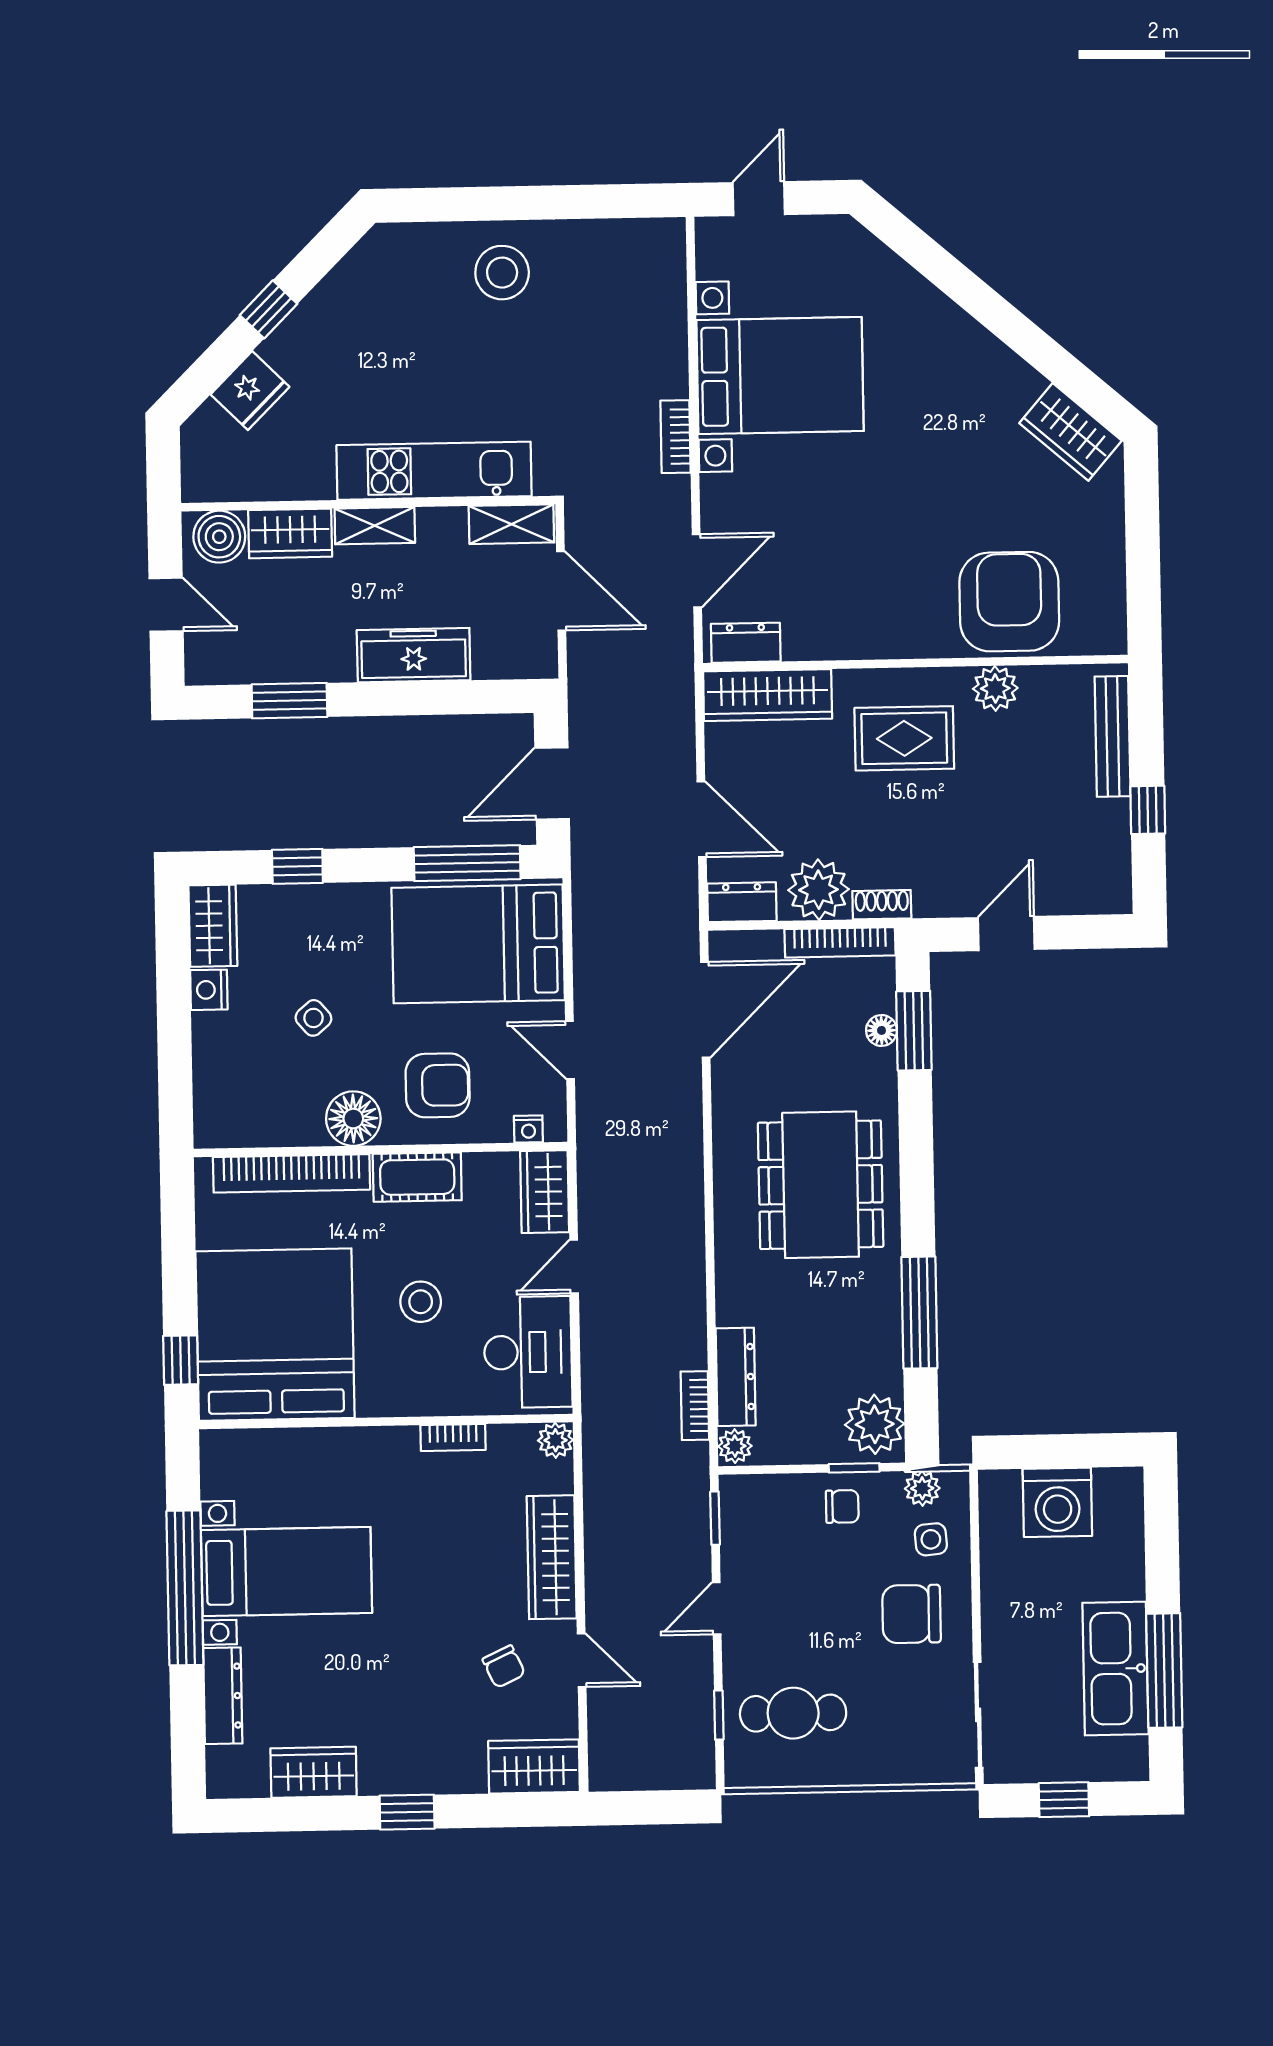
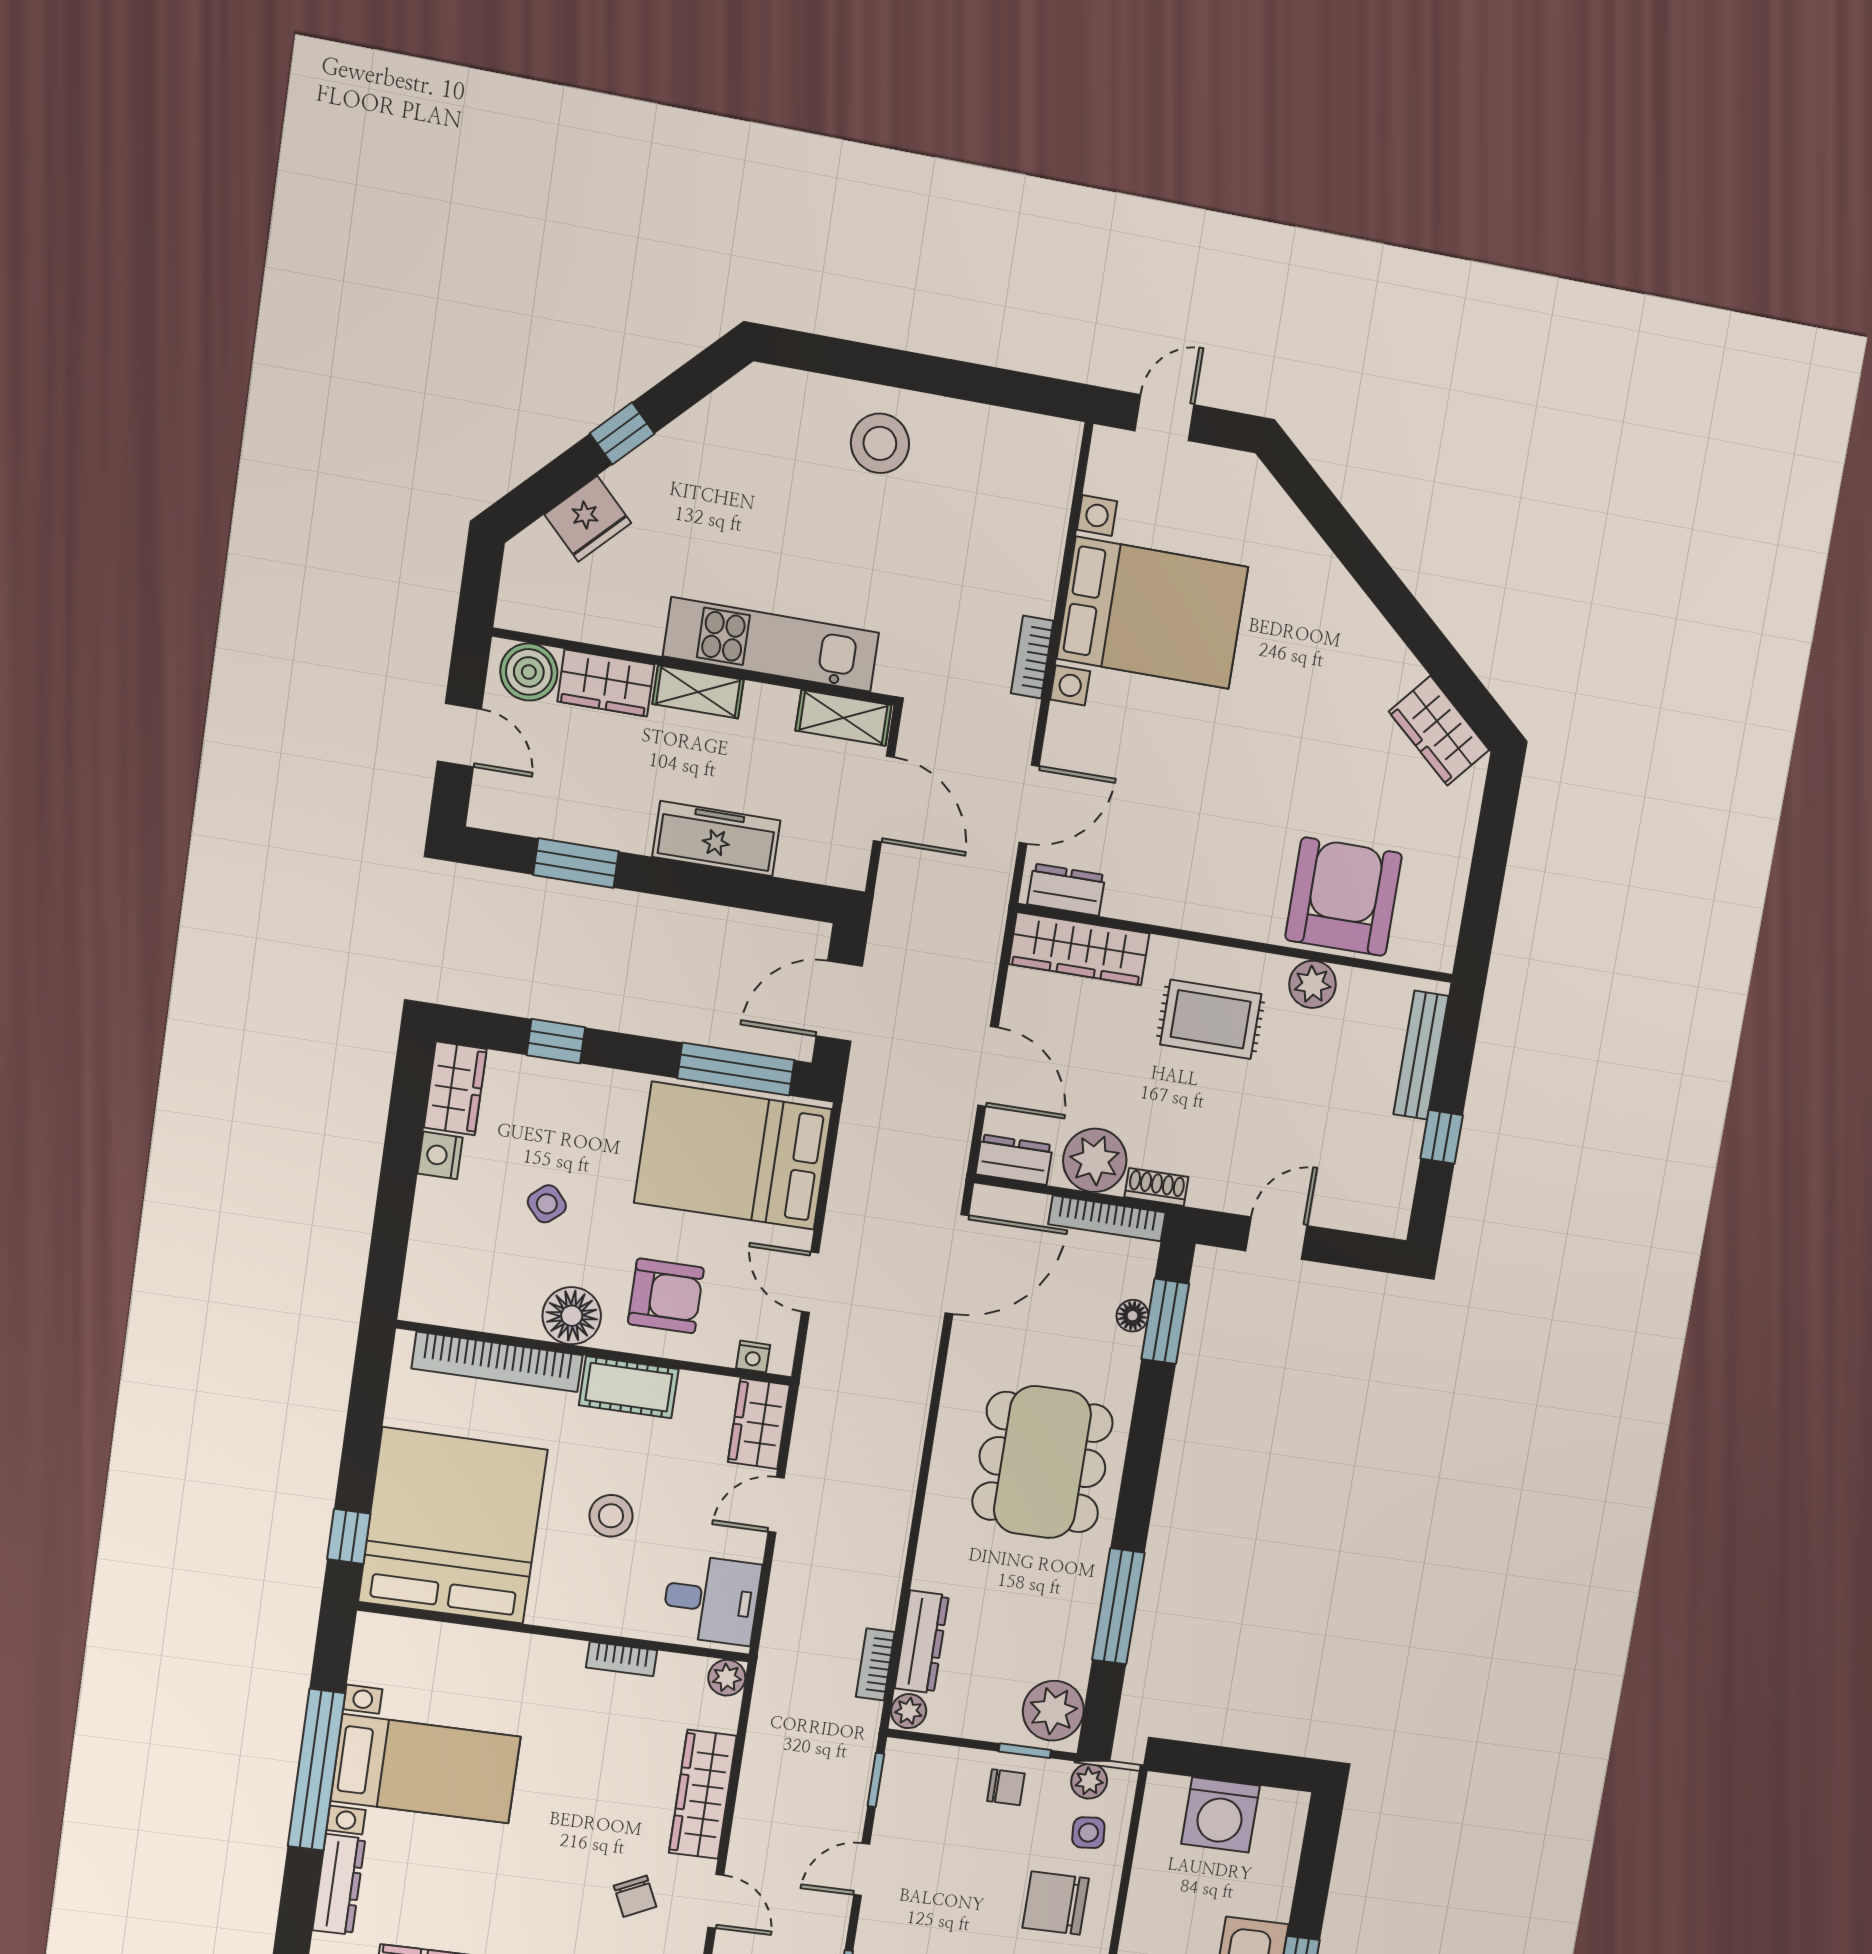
desk: (528, 1352) -> (711, 1600), width x0.73

